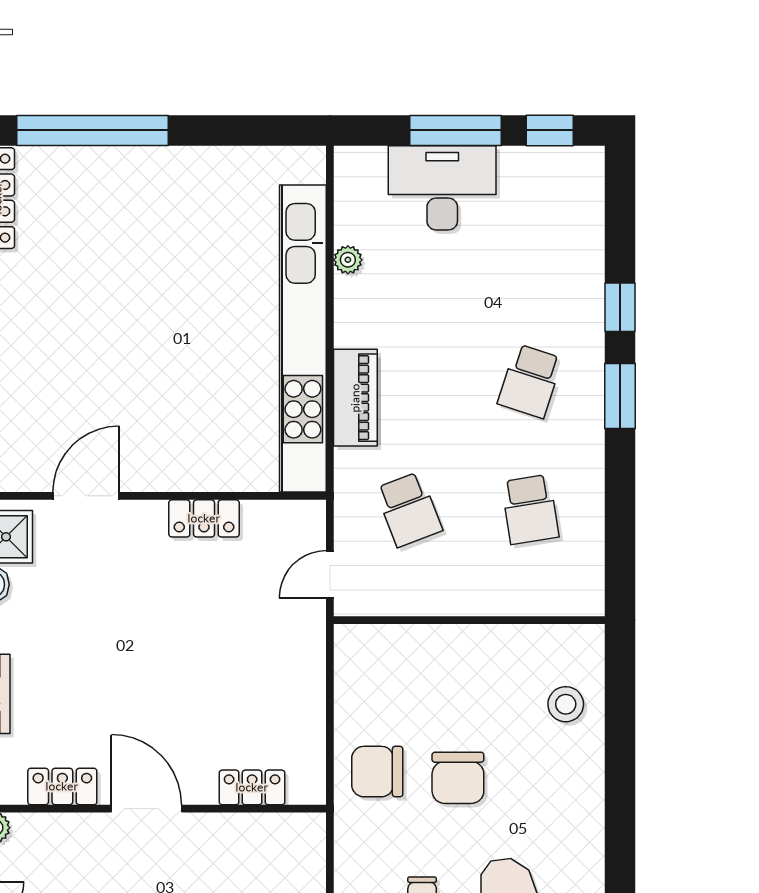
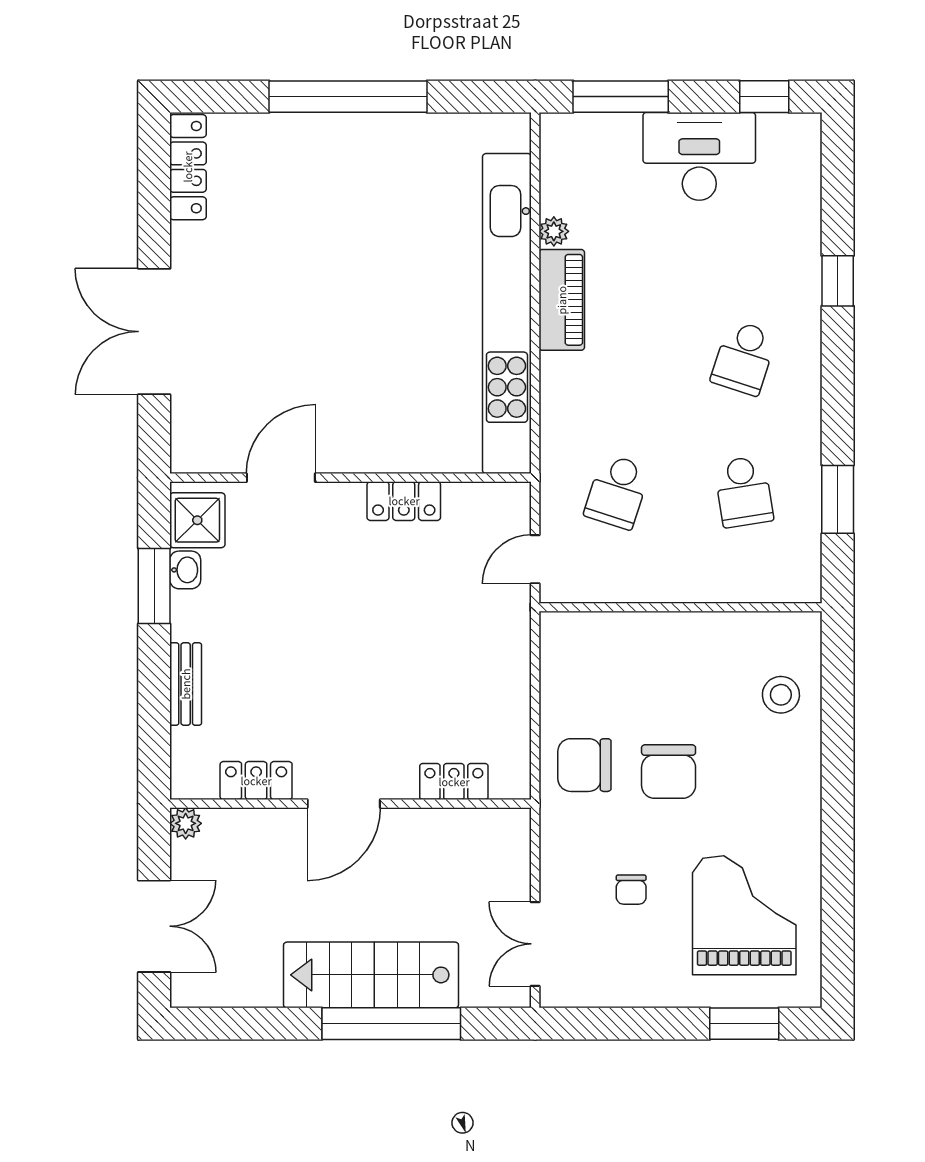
window: (92, 130) -> (348, 97), moved
window: (455, 130) -> (621, 97), moved
desk: (442, 188) -> (699, 156), moved
window: (620, 396) -> (838, 499), moved
piano: (355, 398) -> (562, 300), moved
school desk: (409, 509) -> (617, 492), turned 39
door: (146, 809) -> (344, 804), swing flipped

